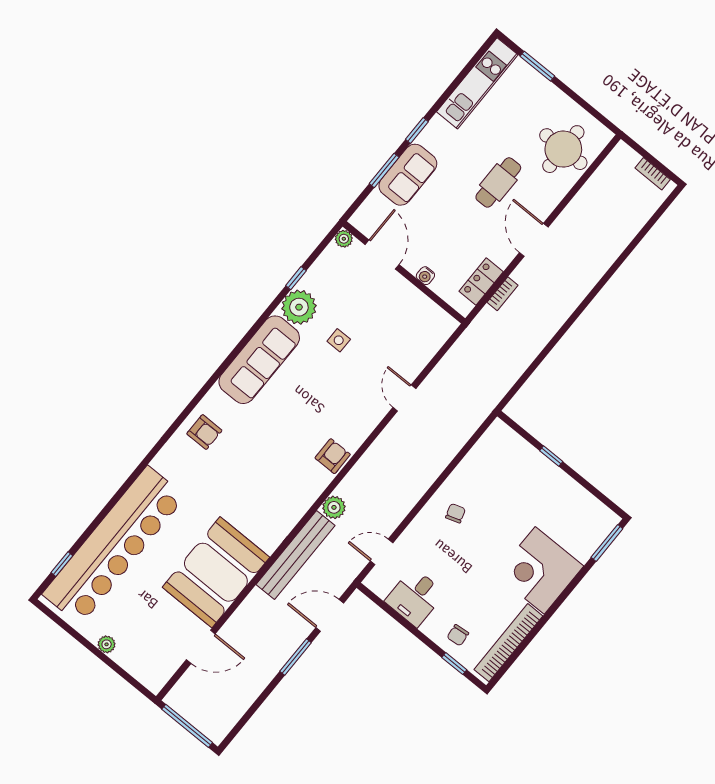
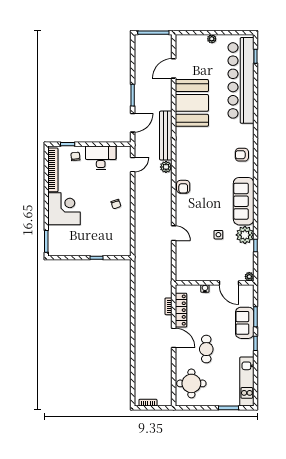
locker: (481, 282) -> (181, 310), width x1.53
desk: (415, 597) -> (101, 158), width x1.37

